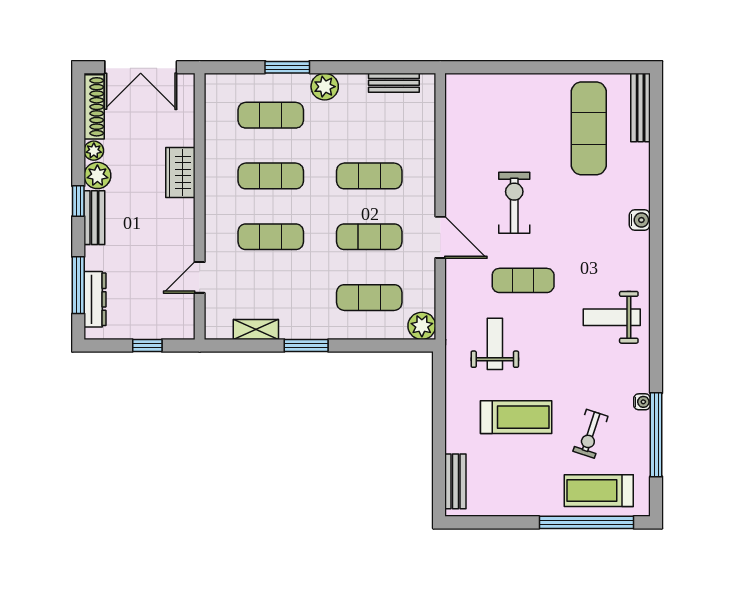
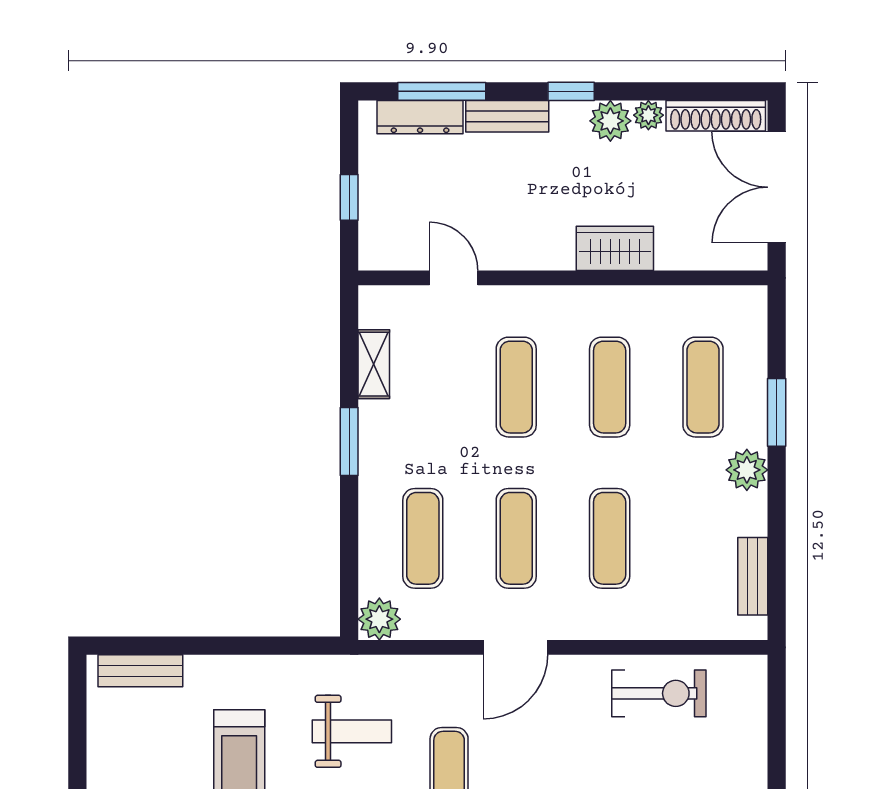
exercise bike: (514, 203) -> (659, 693), moved
bench: (94, 218) -> (507, 116), moved

